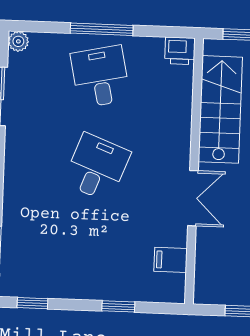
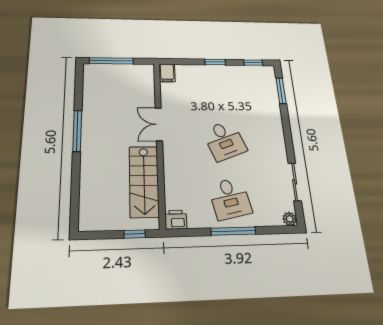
desk: (97, 167) -> (224, 140), turned -42
filing cabinet: (171, 260) -> (167, 73), moved, turned 90
window: (118, 306) -> (215, 62), moved

